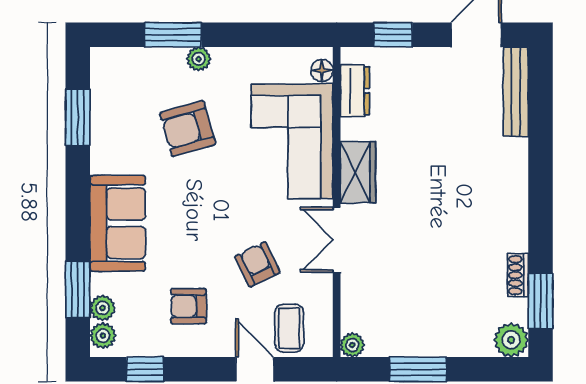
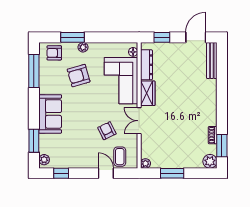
dresser: (355, 91) -> (146, 65), width x1.44
window: (78, 117) -> (34, 71), width x1.44
armchair: (189, 306) -> (54, 53), moved
plant: (103, 308) -> (44, 148), removed

